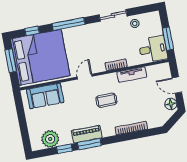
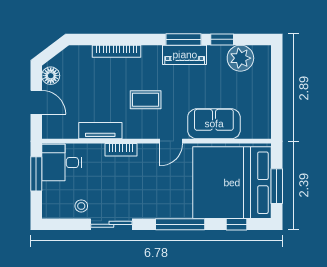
sofa: (45, 96) -> (214, 124), moved

